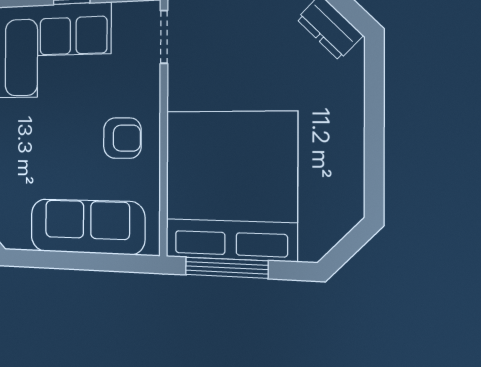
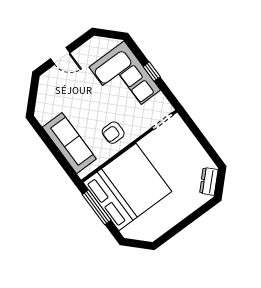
armchair: (122, 138) -> (113, 133), turned 90

